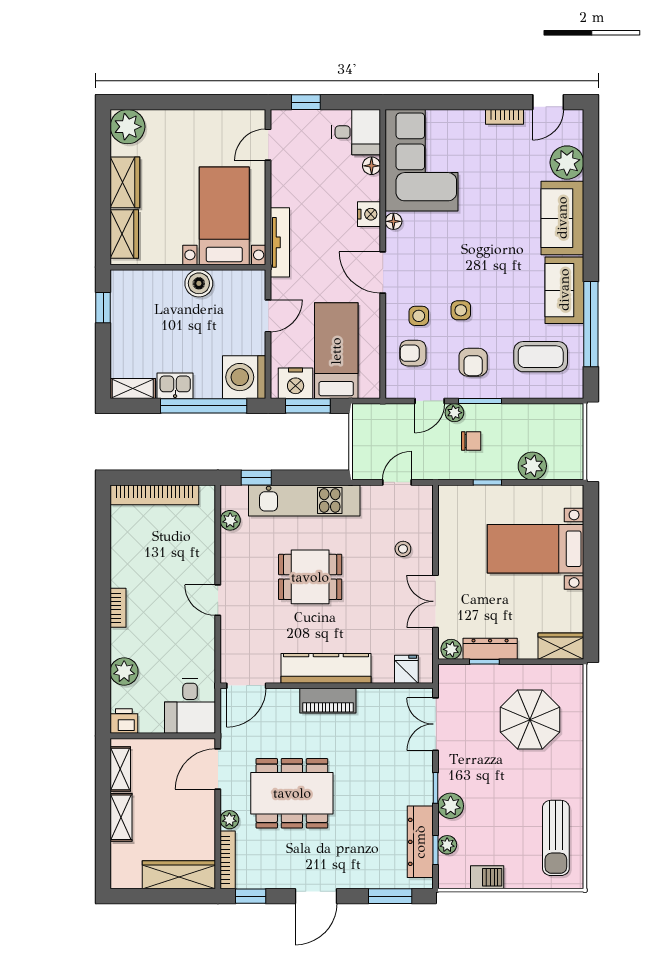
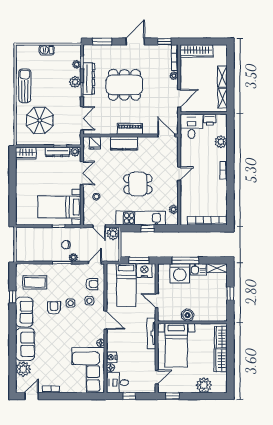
window: (233, 102) -> (172, 396), added
window: (306, 102) -> (129, 396), moved
plant: (128, 127) -> (204, 385), moved
nightstand: (369, 214) -> (112, 357), moved
window: (103, 308) -> (230, 294), moved
door: (268, 316) -> (157, 301), hinge flipped
window: (591, 324) -> (12, 297), width x0.32
armchair: (473, 362) -> (54, 308), moved
washing machine: (244, 377) -> (180, 273), moved, turned 90
door: (430, 401) -> (95, 263), moved
window: (204, 406) -> (185, 260), width x0.68
plant: (532, 466) -> (113, 234), moved
window: (256, 478) -> (148, 228), moved
door: (397, 482) -> (99, 226), hinge flipped
bed with nightstands: (536, 549) -> (59, 207), moved, turned 180
door: (218, 600) -> (179, 174), hinge flipped
kitchen counter: (326, 668) -> (124, 143), width x0.67
door: (246, 686) -> (166, 135), hinge flipped
printer: (124, 721) -> (210, 120), moved
dining table: (292, 793) -> (124, 85), moved
sun lounger: (556, 838) -> (25, 86), moved
dresser: (420, 842) -> (89, 79), moved
barbecue: (487, 877) -> (47, 50), moved

